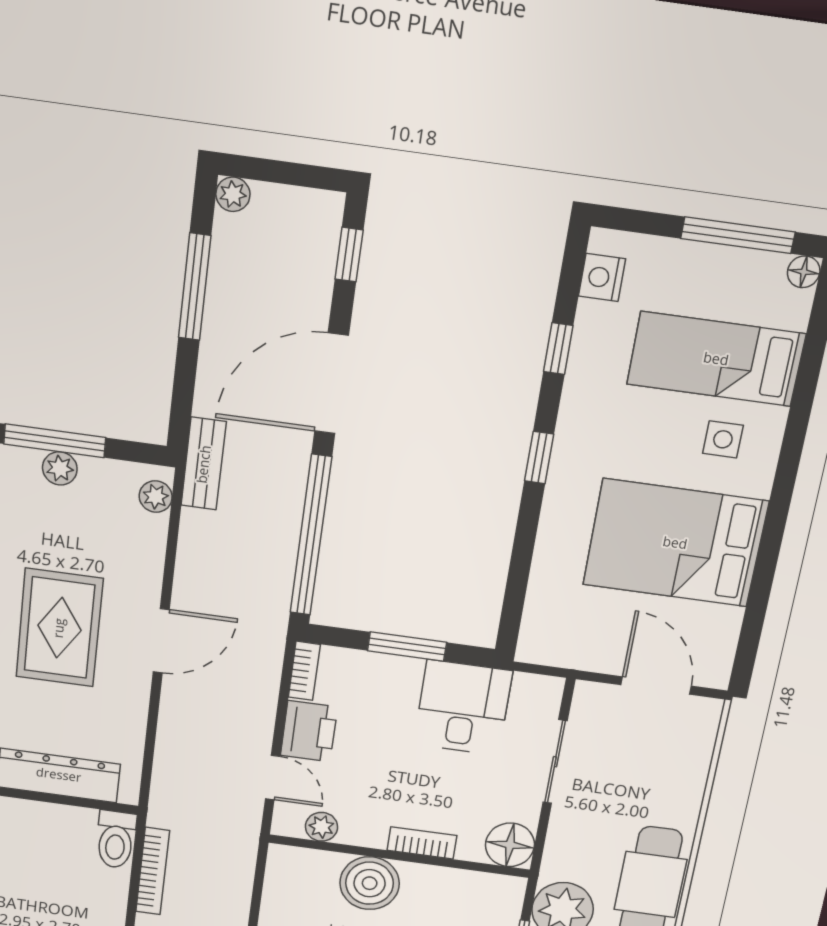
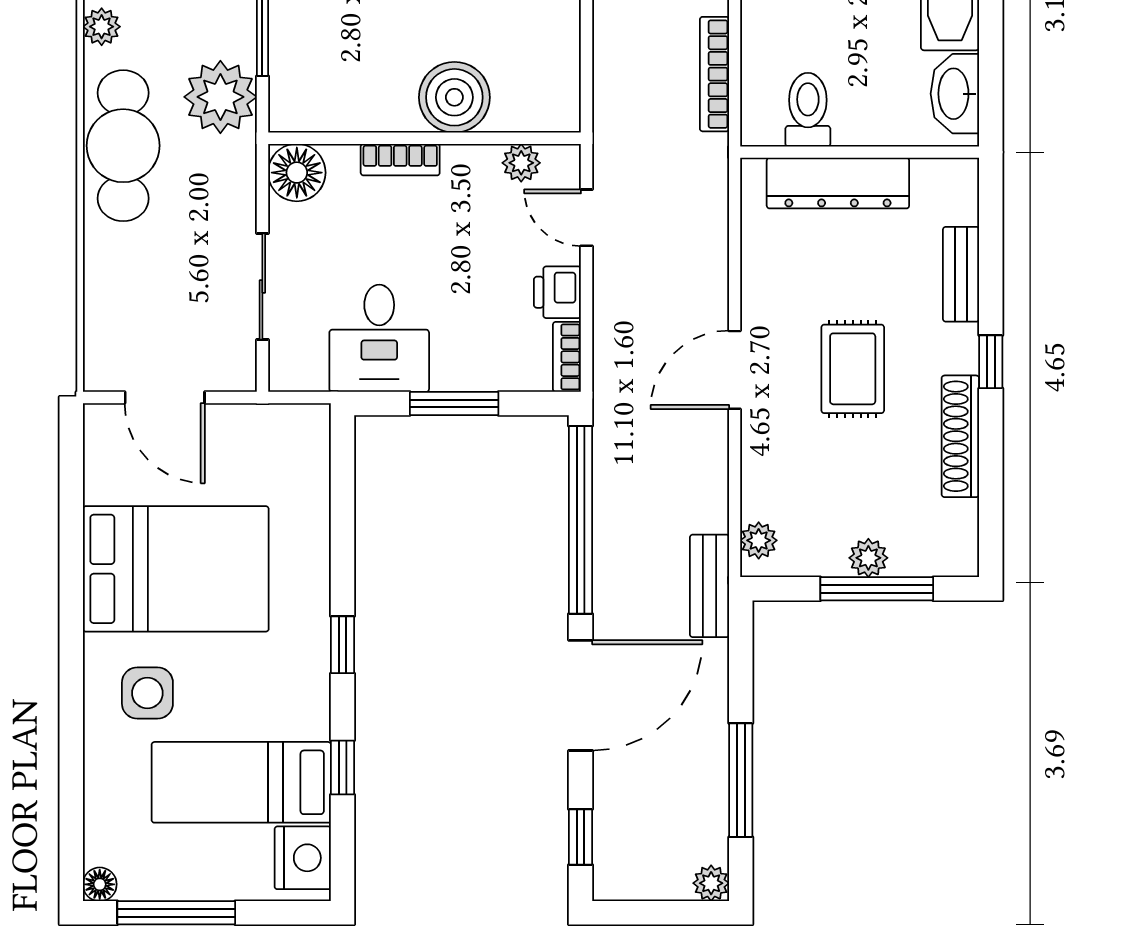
nightstand: (602, 277) -> (303, 858), width x1.36, depth x1.33
bed: (716, 359) -> (241, 782), moved, turned 180
side table: (723, 439) -> (147, 693), width x1.37, depth x1.37
rug: (59, 628) -> (853, 369), width x0.73, depth x0.70
printer: (309, 731) -> (557, 292), width x0.73, depth x0.81
toilet: (116, 839) -> (808, 110), moved

